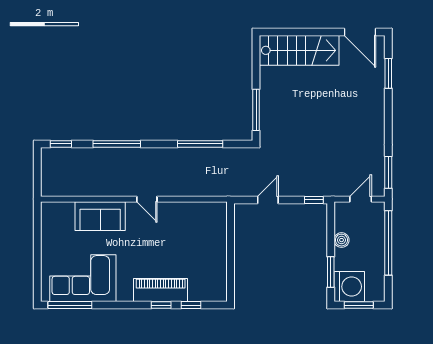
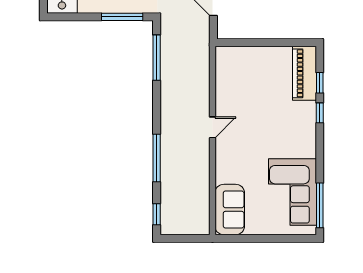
window: (200, 144) -> (157, 58), moved
sofa: (100, 216) -> (230, 210), moved
piano: (161, 290) -> (305, 73), moved

